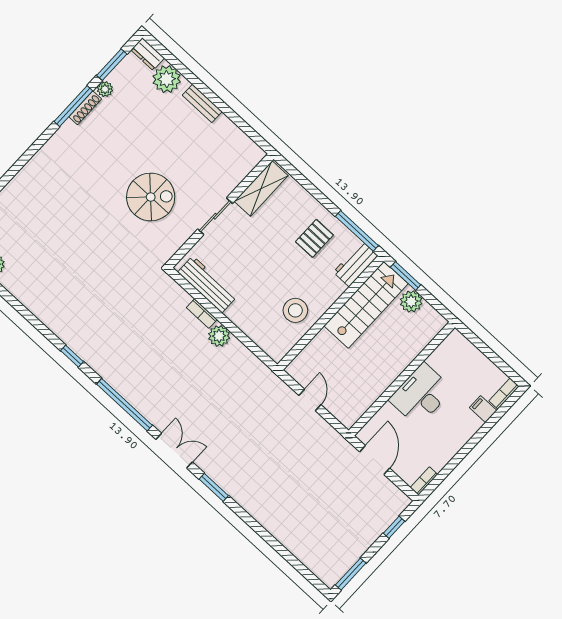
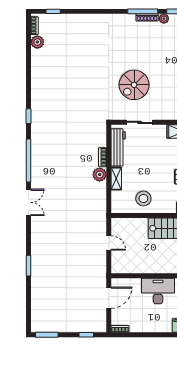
spiral stairs: (151, 197) -> (134, 85), turned 90
sliding door: (215, 216) -> (140, 122), moved
shelving: (242, 321) -> (116, 179), added
door: (310, 400) -> (109, 243), hinge flipped
window: (214, 487) -> (29, 266), moved

